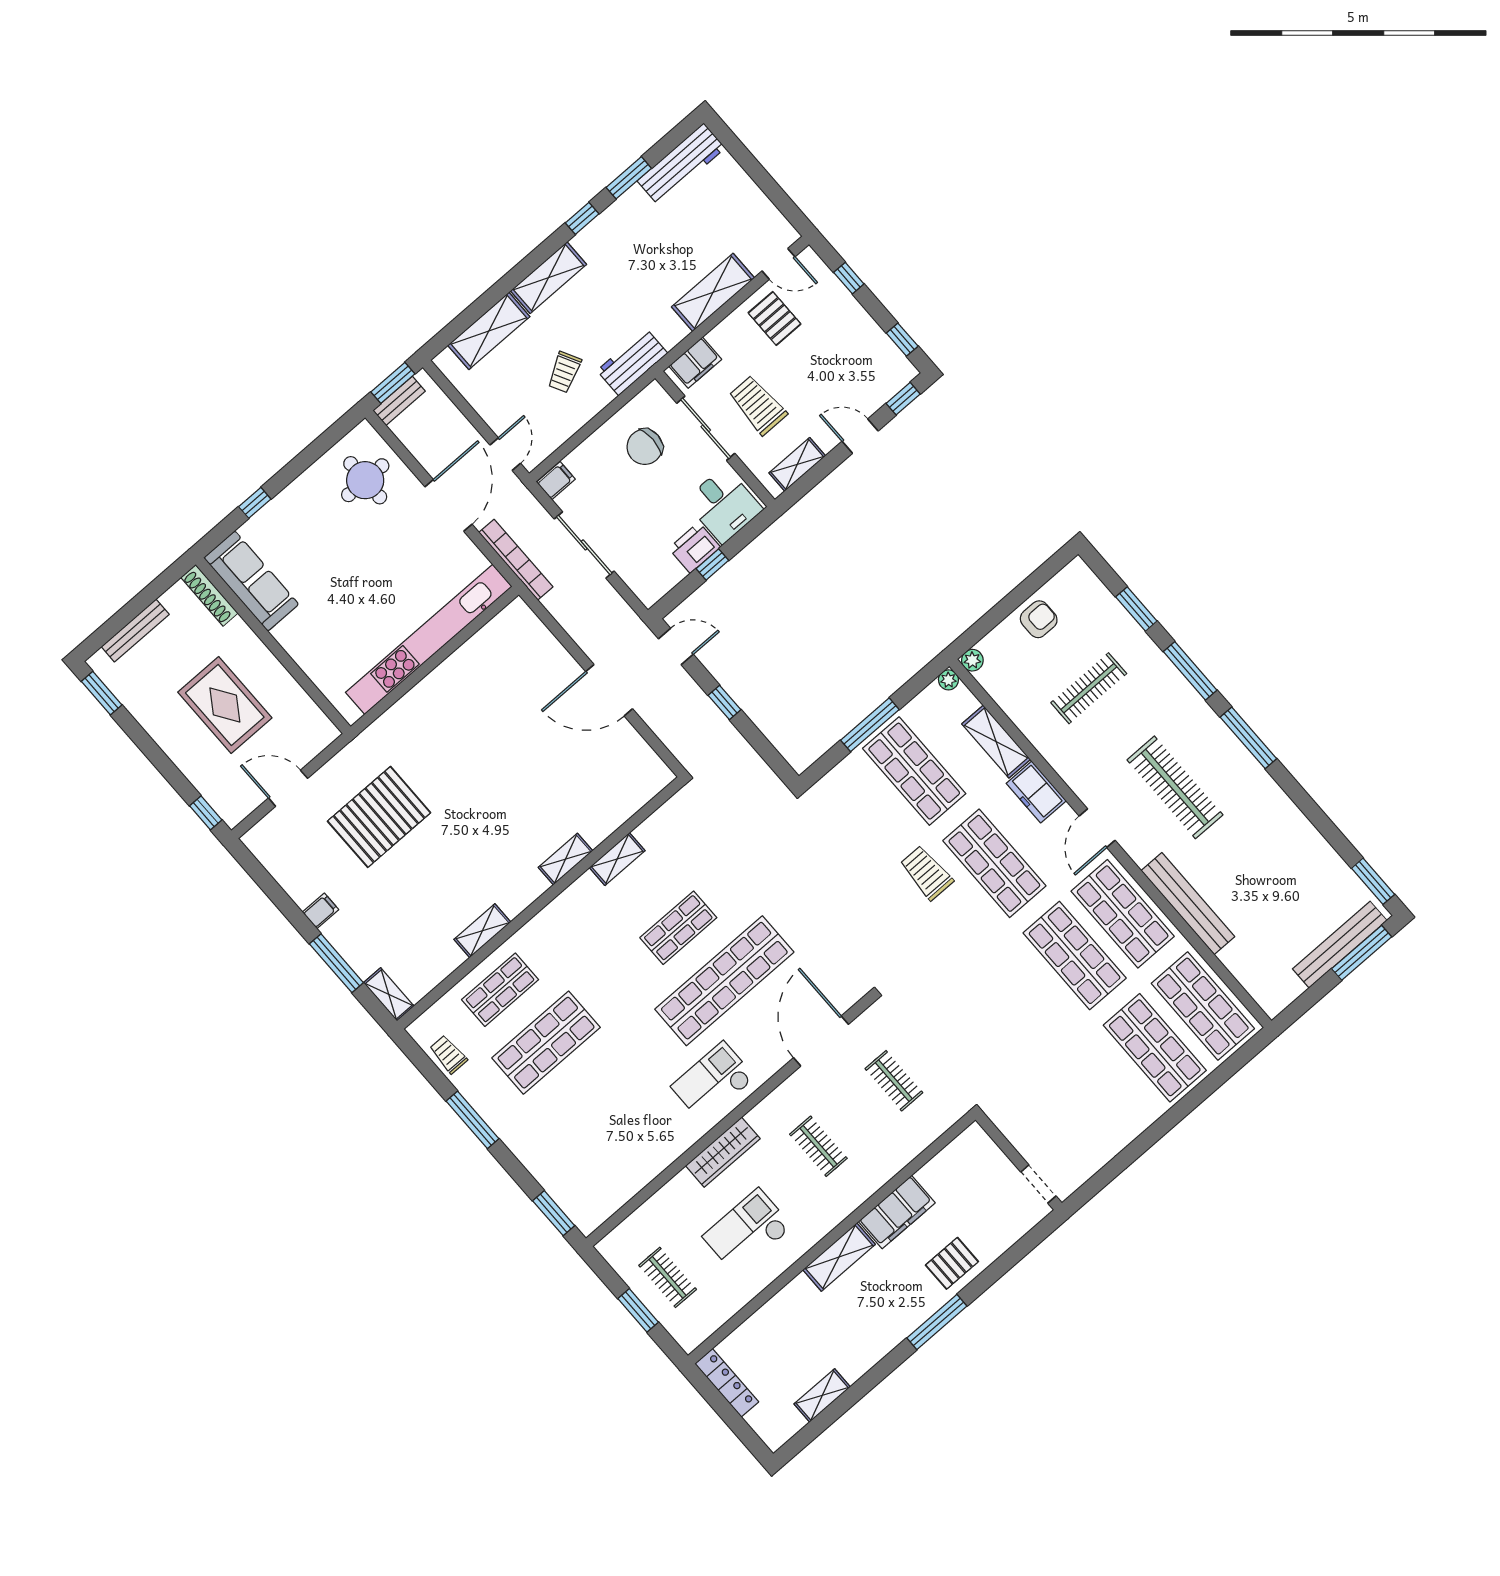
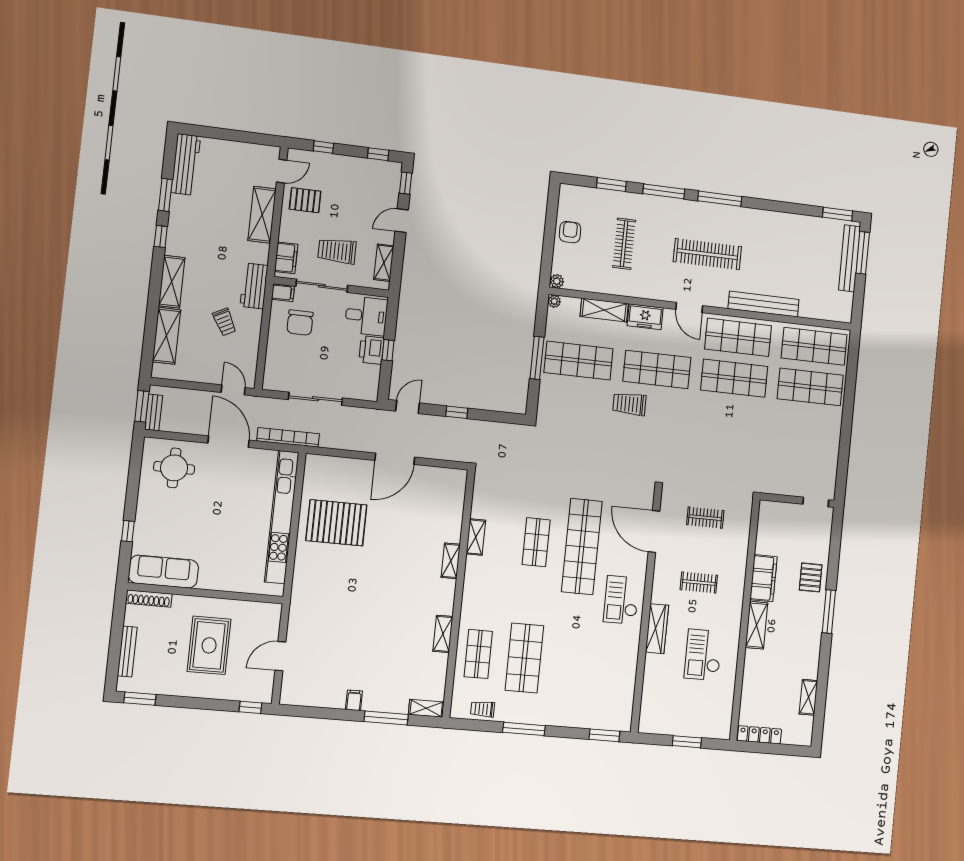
filing cabinet: (556, 481) -> (283, 293), moved, turned 90
rug: (225, 705) -> (209, 645), turned 90
pallet: (379, 817) -> (336, 523), moved, turned 90
clothes rail: (668, 1277) -> (686, 713), removed

